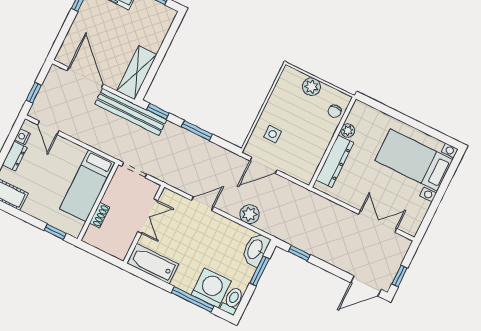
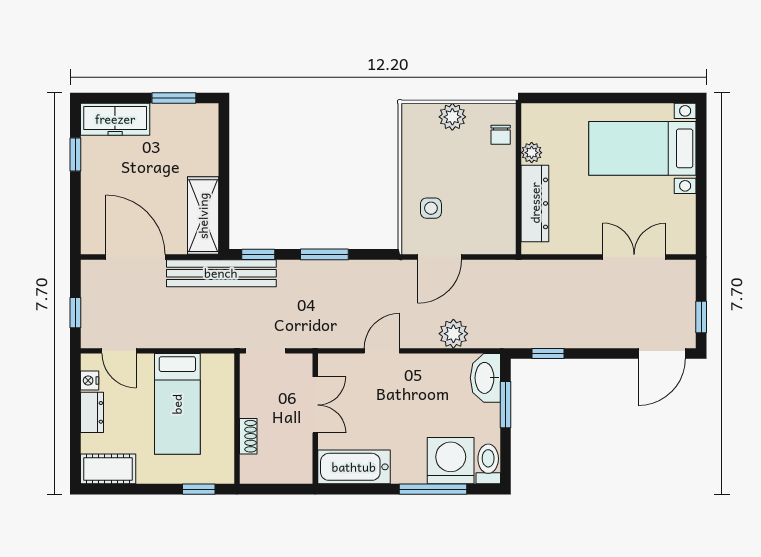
bed: (87, 186) -> (177, 404), moved

